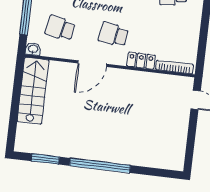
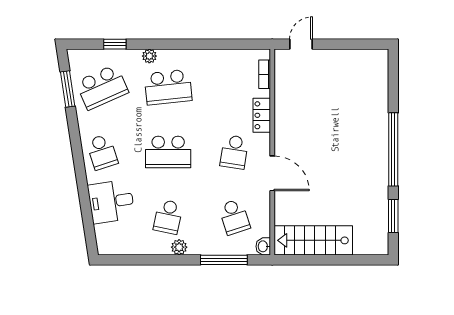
school desk: (60, 28) -> (234, 217), turned -30
bookcase: (174, 67) -> (265, 74), width x0.64

